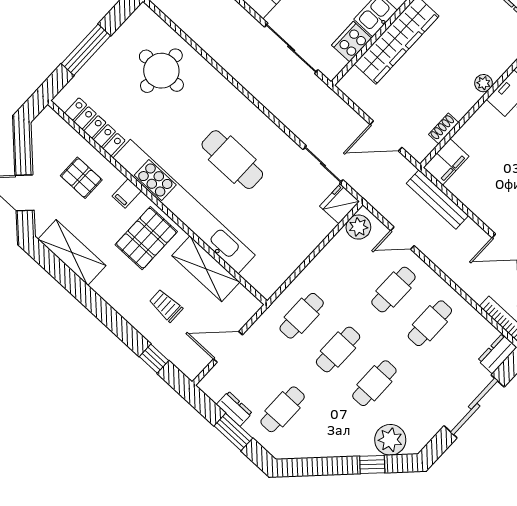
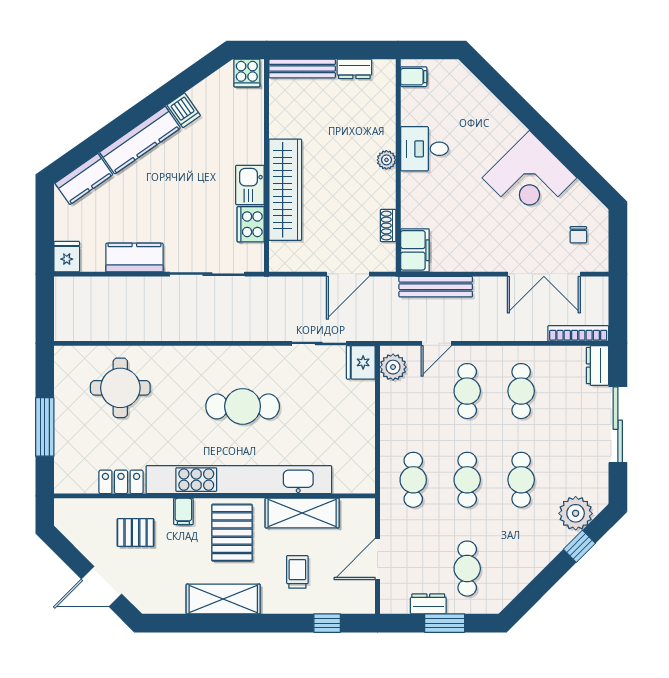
locker: (95, 127) -> (121, 482), width x0.66
shelving: (72, 253) -> (223, 599), moved
trolley: (166, 306) -> (297, 572), turned 90

